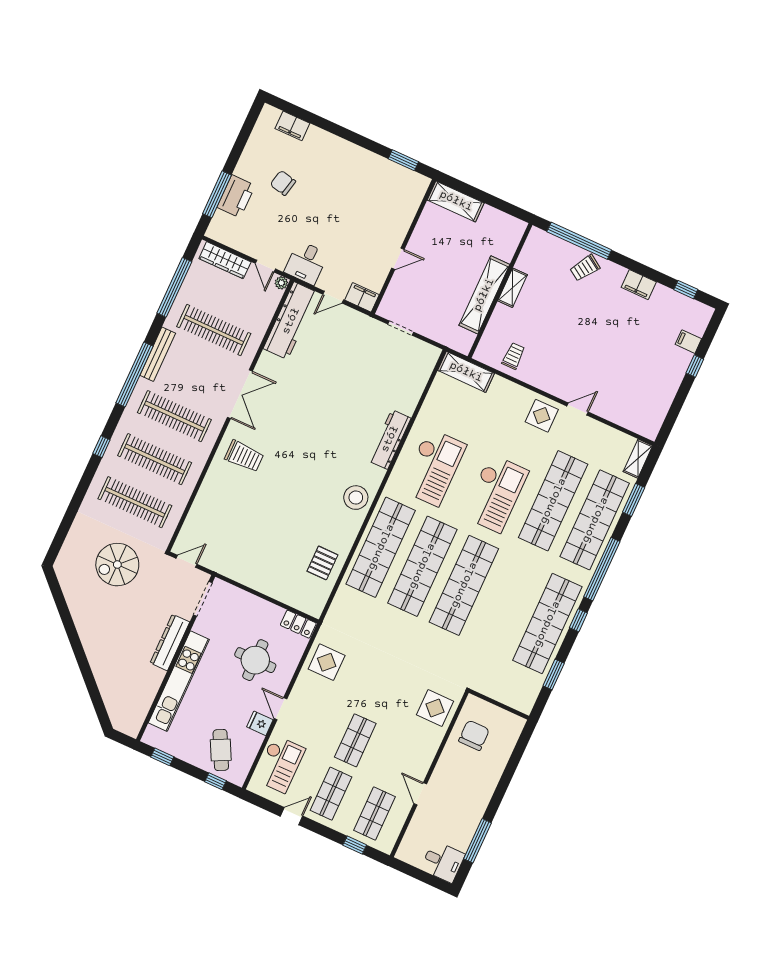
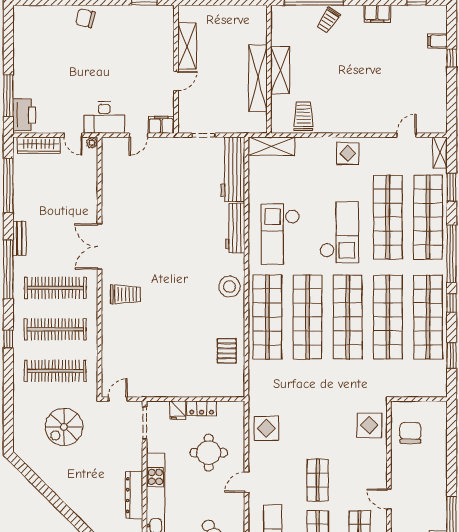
filing cabinet: (292, 126) -> (44, 14), removed
chair: (283, 183) -> (85, 18), moved
printer: (236, 196) -> (24, 115), moved
shelving: (456, 201) -> (187, 46), moved, turned 90
desk: (306, 263) -> (104, 118), width x1.37
shelving: (513, 288) -> (280, 70), width x1.50, depth x1.33
workbench: (291, 321) -> (233, 169), moved, turned 180
clothes rail: (214, 330) -> (55, 205), removed
bench: (158, 354) -> (19, 238), width x0.73
trolley: (513, 356) -> (303, 116), width x1.36, depth x1.39
double door: (240, 394) -> (99, 246), swing flipped
door: (578, 409) -> (407, 135), moved
checkout: (433, 467) -> (280, 234), turned 180
shop shelf: (506, 604) -> (388, 317), added
locker: (298, 624) -> (202, 408), moved
dresser: (170, 642) -> (134, 495), moved
door: (280, 709) -> (246, 482), hinge flipped
fridge: (260, 723) -> (178, 410), moved, turned -90

